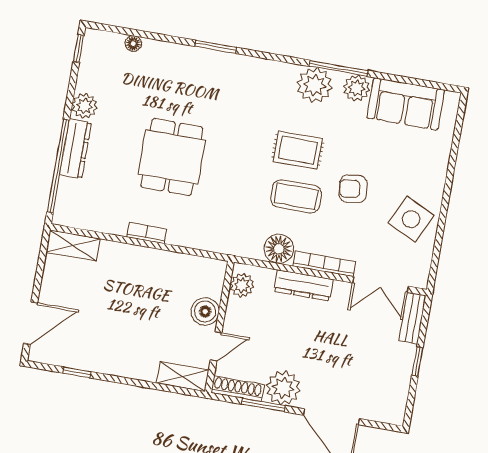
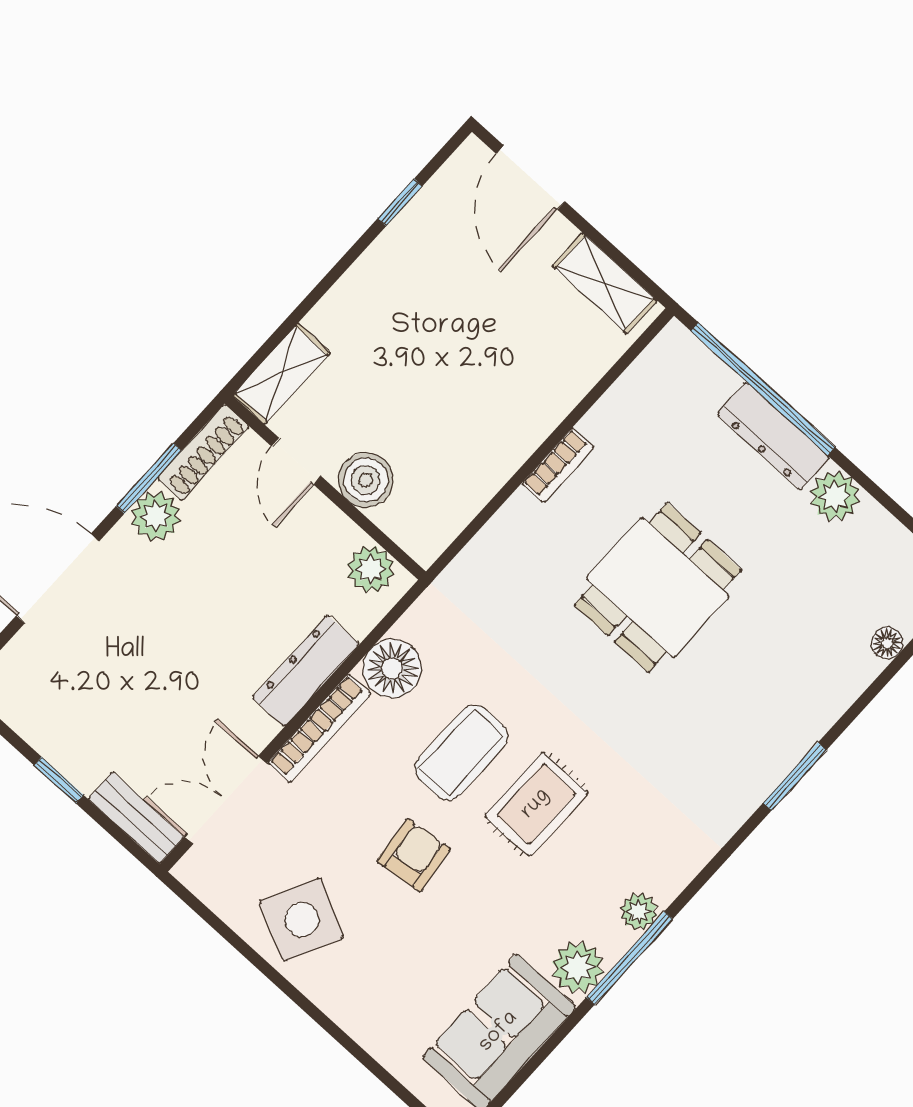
plant: (315, 85) -> (639, 912), width x0.53, depth x0.53
dining table: (172, 157) -> (658, 587), turned 90
shelving: (73, 245) -> (605, 283), moved, turned 90
plant: (283, 388) -> (156, 516), width x0.73, depth x0.73

